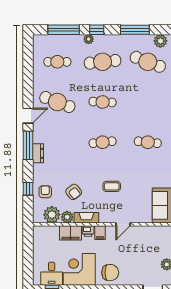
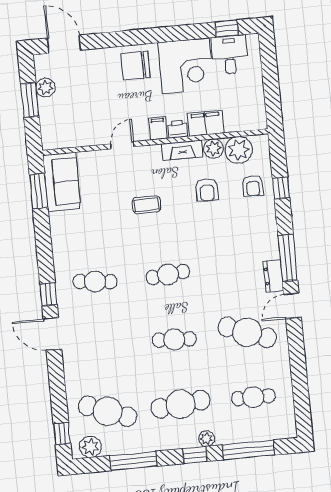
dresser: (38, 153) -> (273, 276), moved
armchair: (74, 192) -> (207, 190), turned -142

